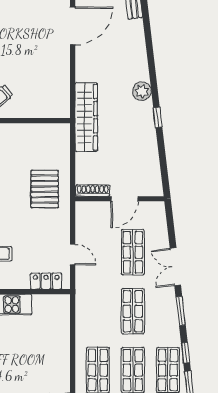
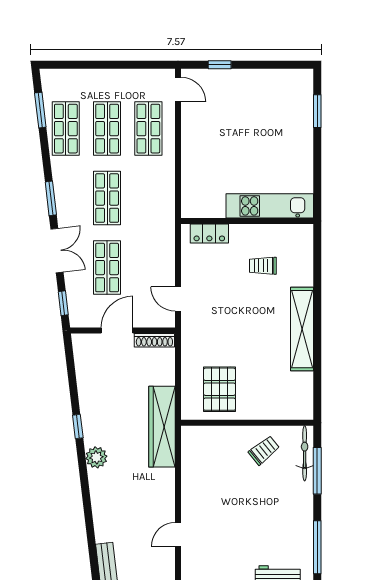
door: (73, 26) -> (178, 534), width x0.53
pallet: (45, 189) -> (219, 389), moved
door: (73, 254) -> (178, 299), moved
window: (186, 353) -> (63, 303), moved

